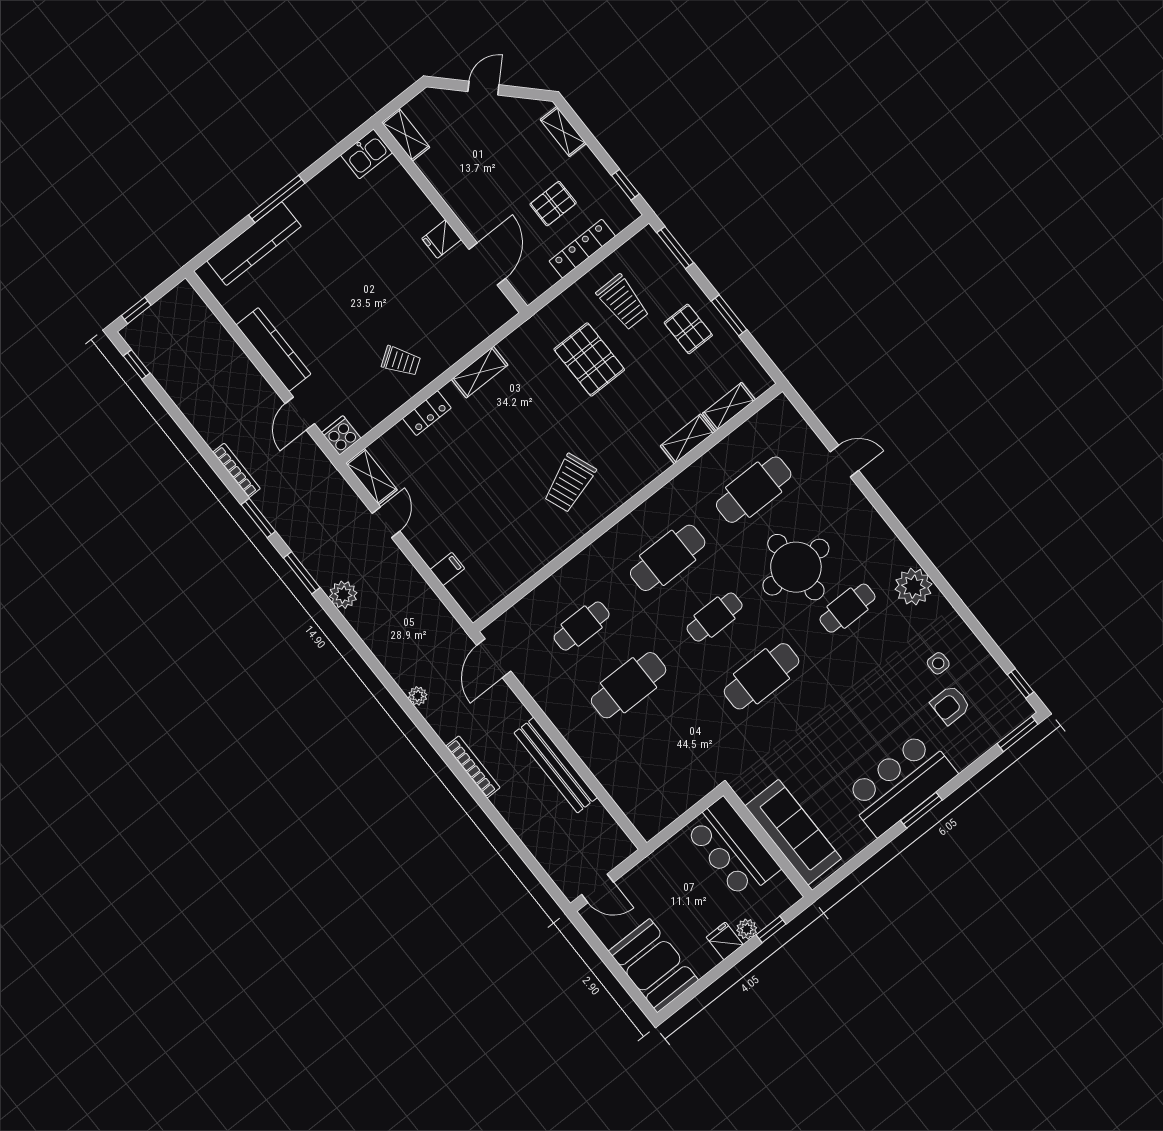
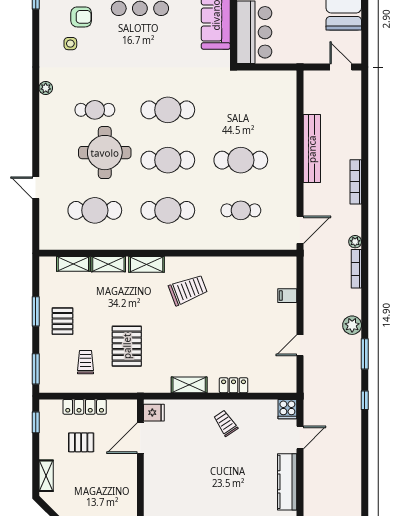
fridge: (442, 239) -> (154, 413), moved
trolley: (623, 302) -> (86, 362), width x0.73, depth x0.72
bookcase: (236, 470) -> (356, 269), moved
shelving: (371, 477) -> (147, 264), moved, turned 90
window: (258, 518) -> (365, 400), width x0.67
plant: (913, 587) -> (46, 88), width x0.53, depth x0.53
cafe table: (715, 617) -> (168, 160), width x1.37, depth x1.35

